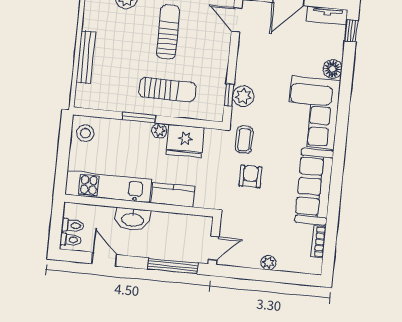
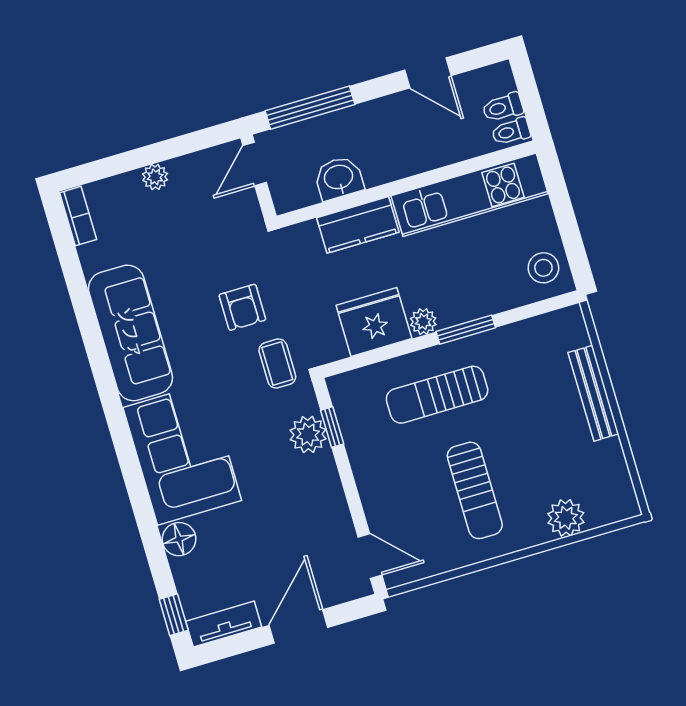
washbasin: (132, 219) -> (339, 178), moved, width x0.72
toilet: (70, 240) -> (511, 131), moved
bookcase: (318, 242) -> (78, 216), moved

